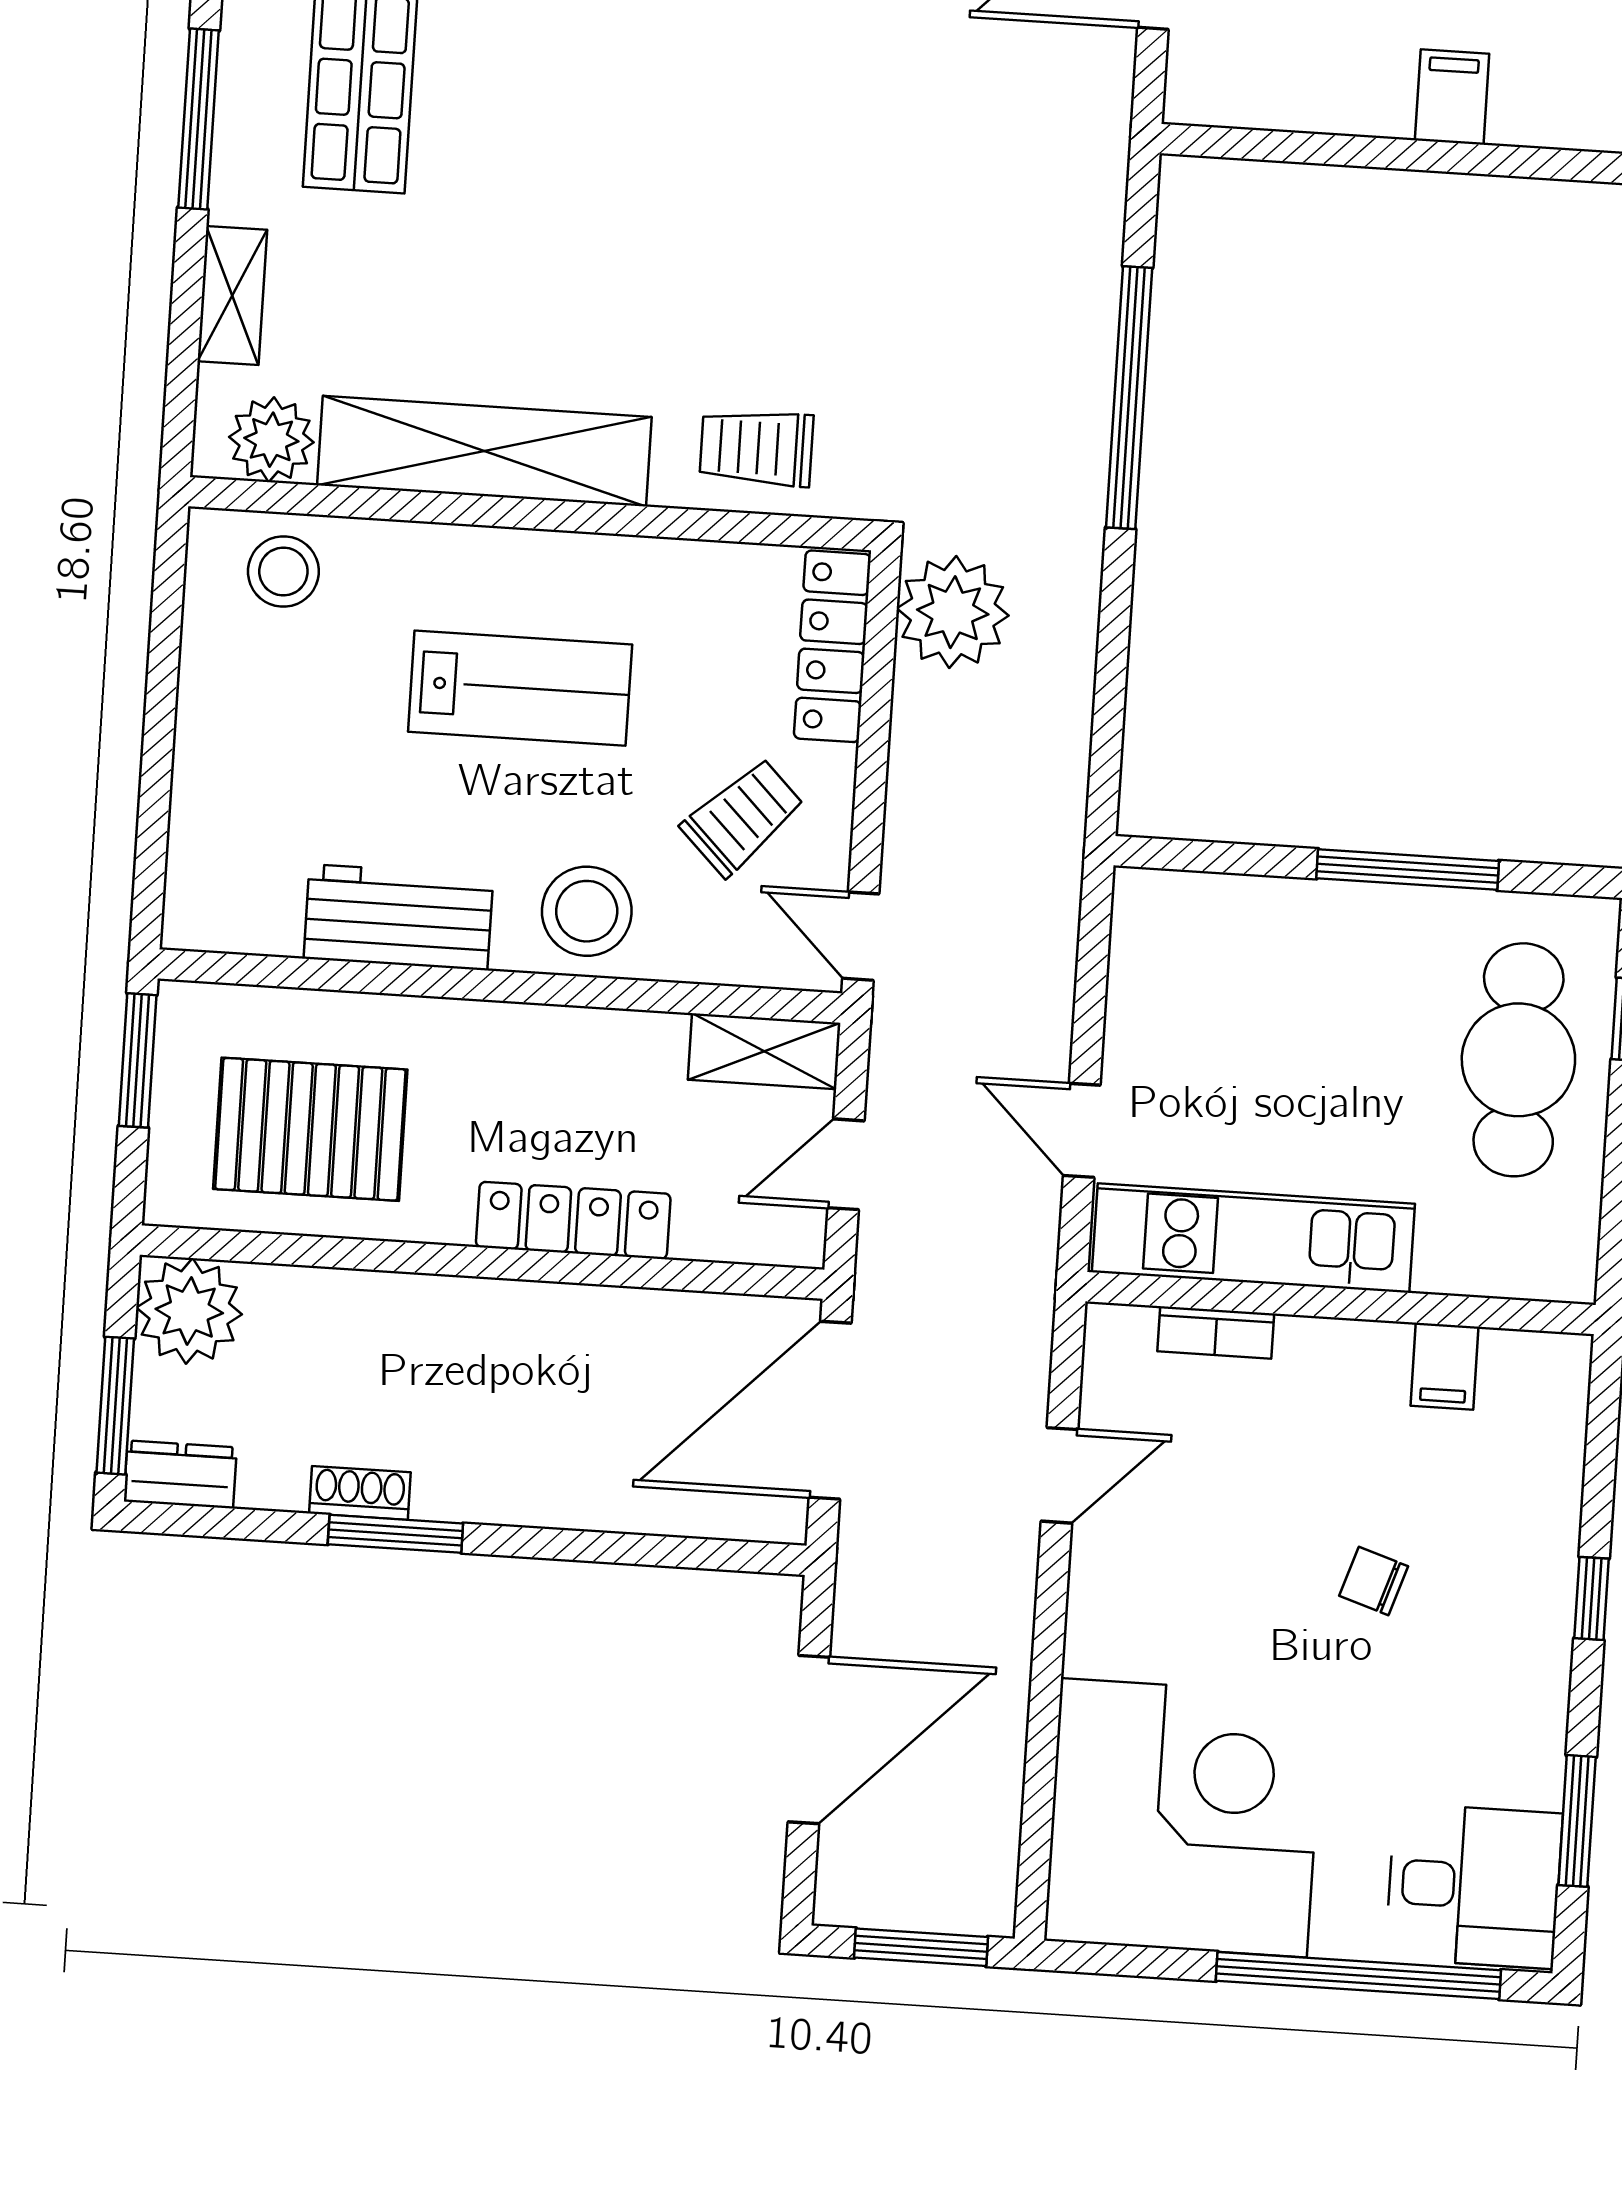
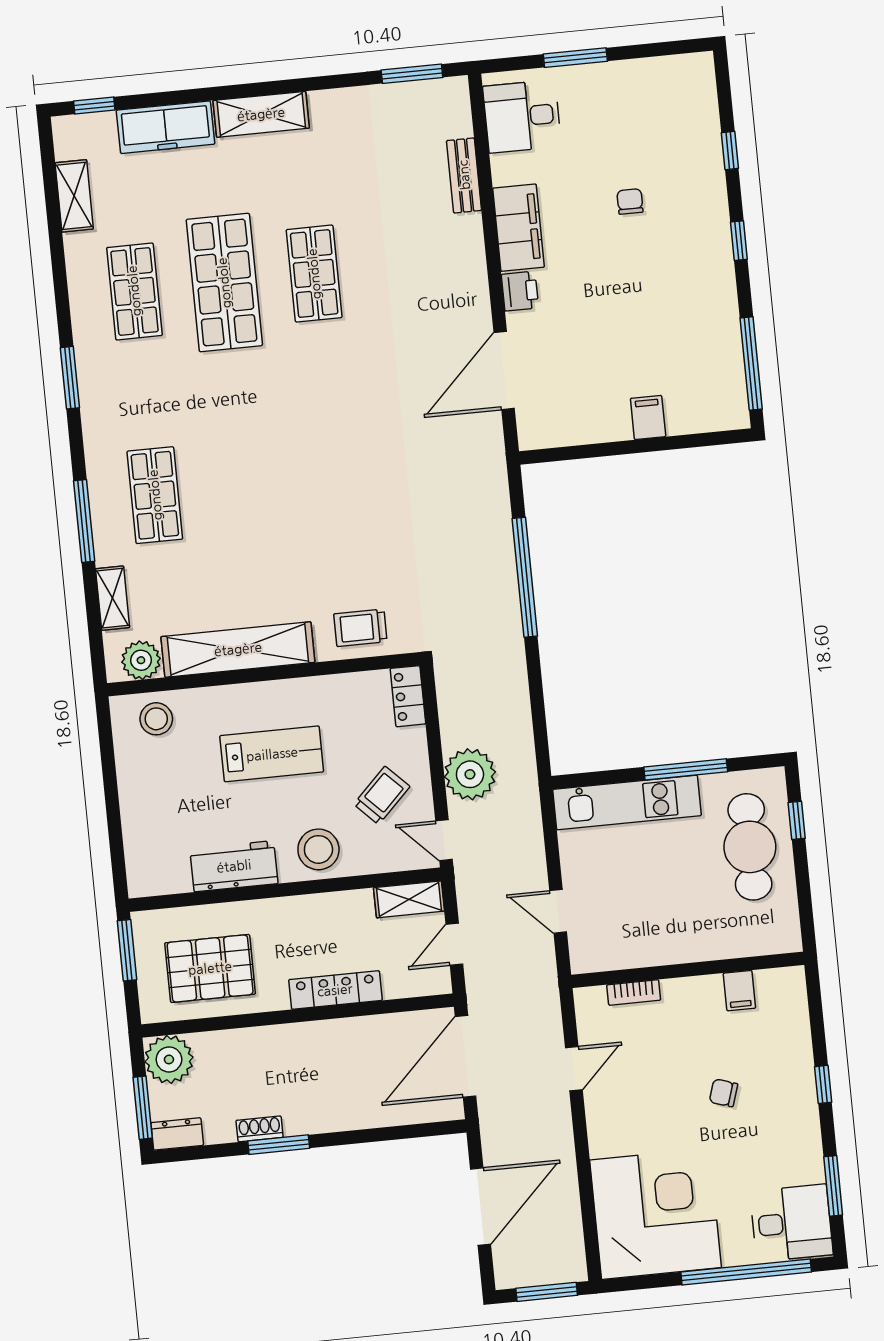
plant: (953, 612) -> (470, 774), moved
locker: (832, 646) -> (408, 696), width x0.66
kitchen unit: (1253, 1238) -> (627, 802), moved, turned 180

